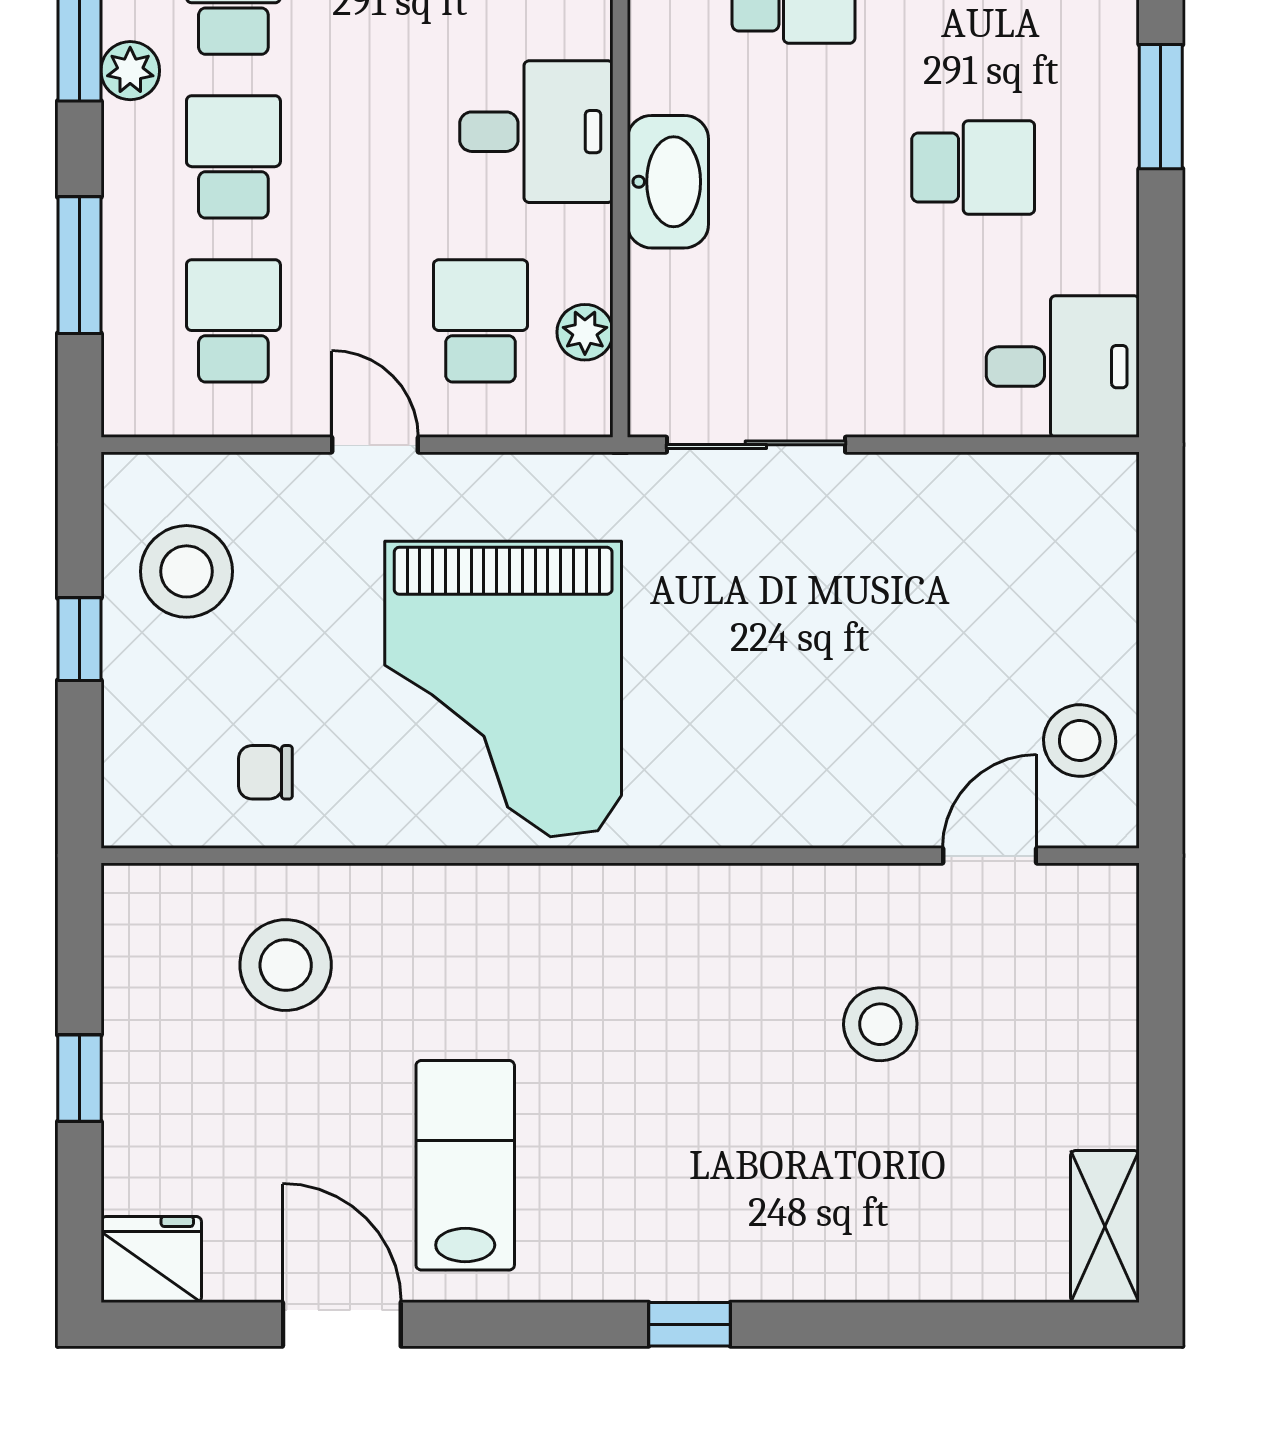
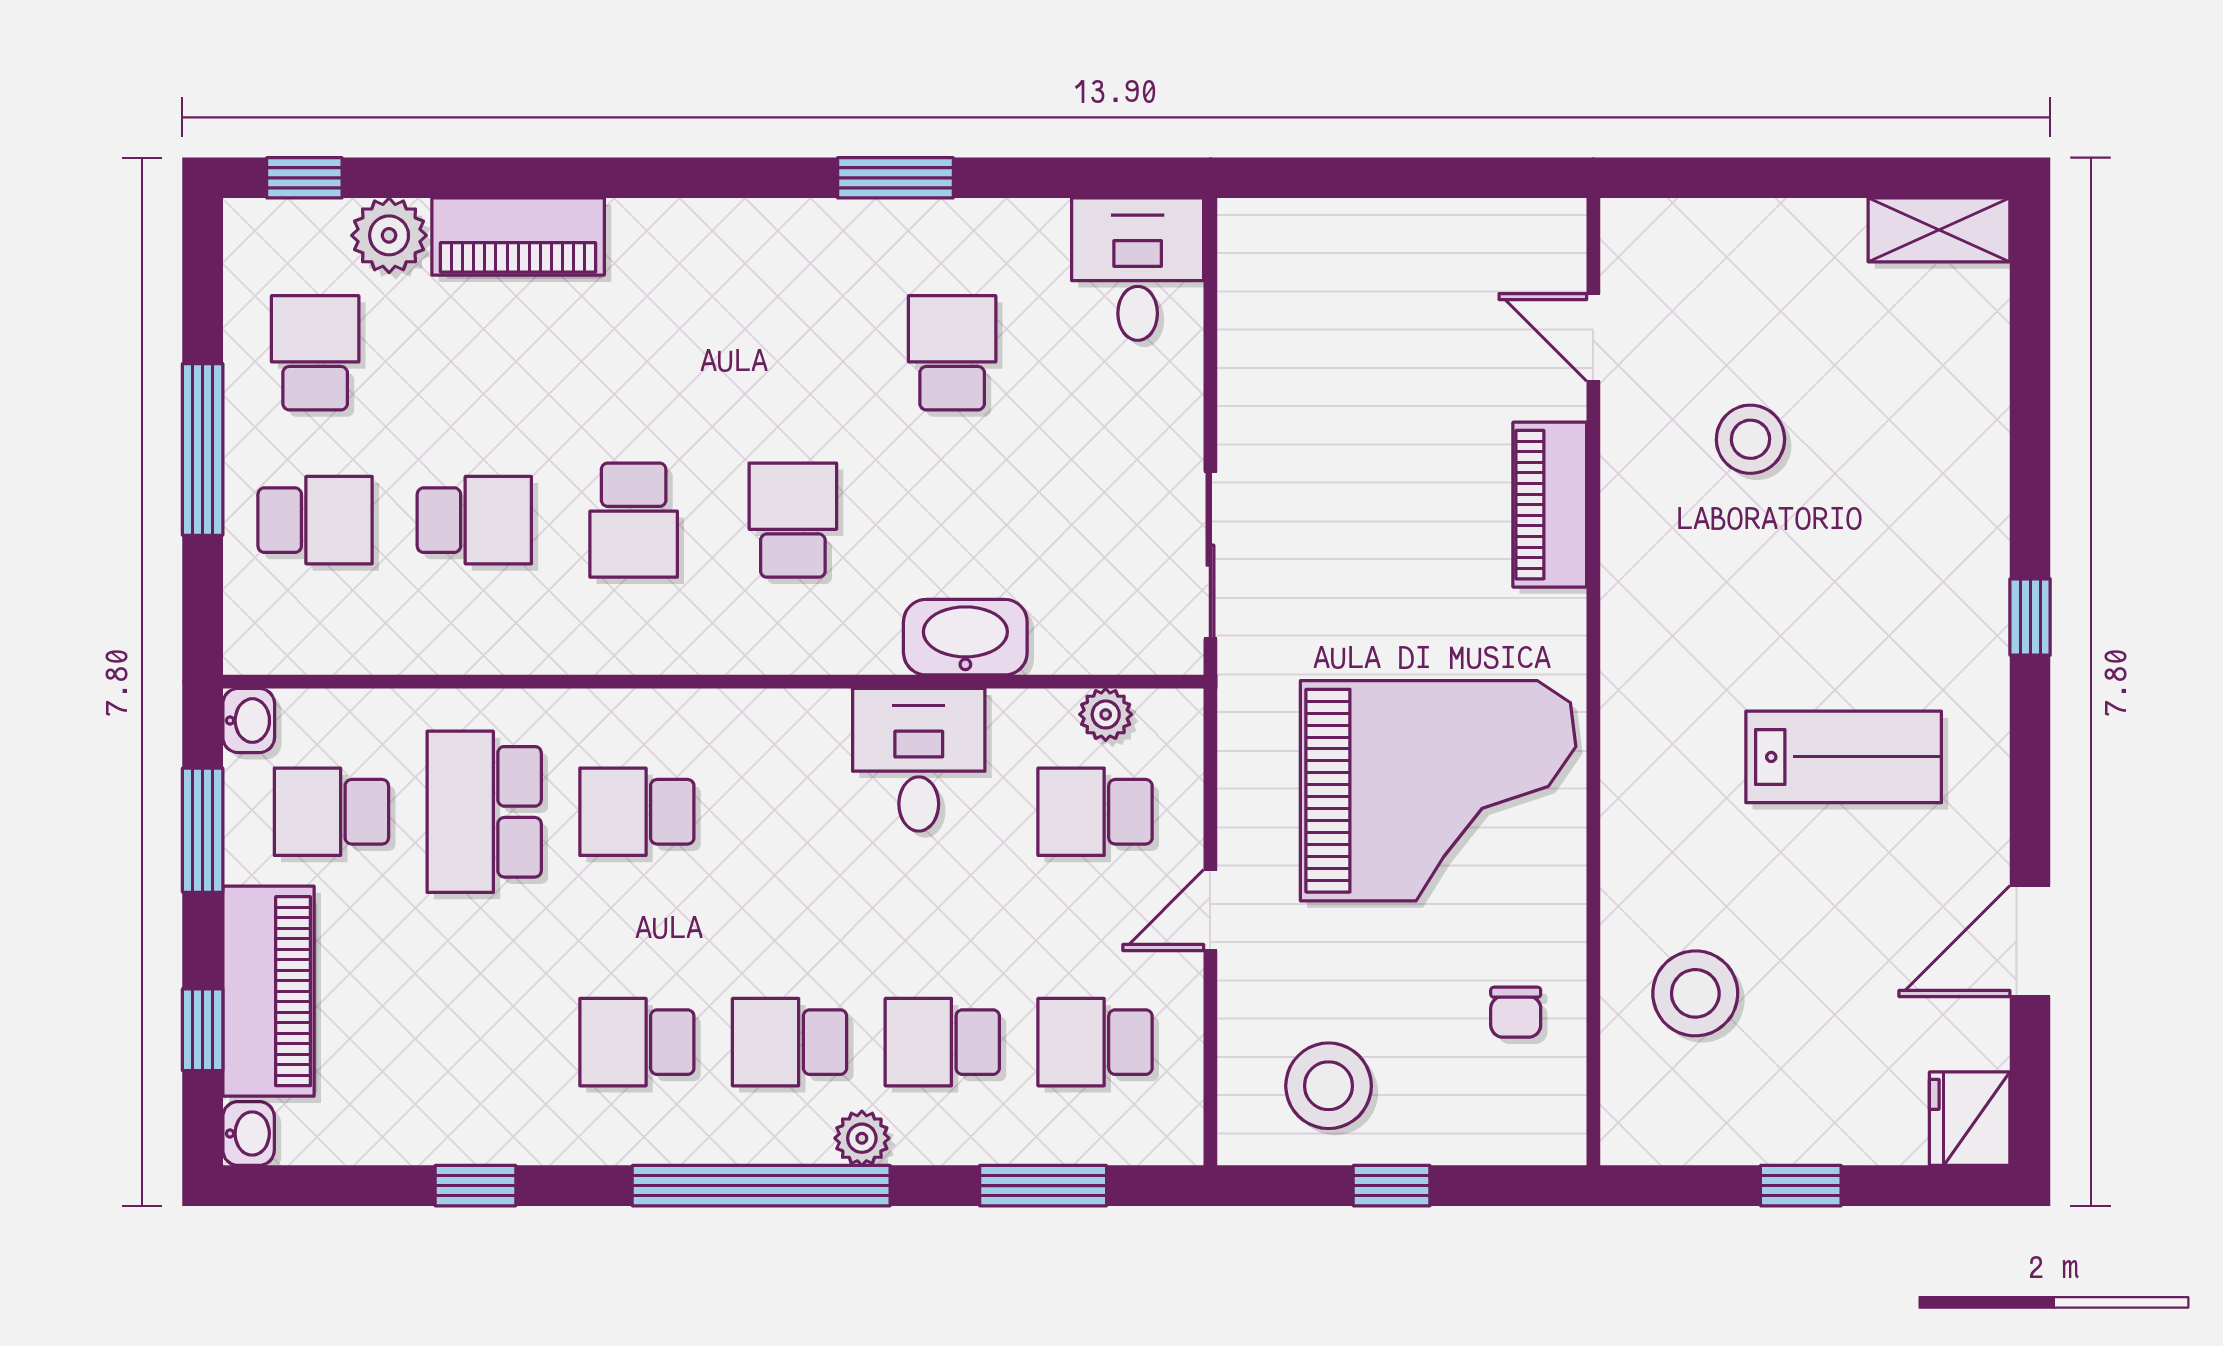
stool: (1080, 741) -> (1486, 253), removed
piano: (810, 809) -> (1550, 505), added
lab bench: (465, 1165) -> (1844, 757), moved, turned 180

